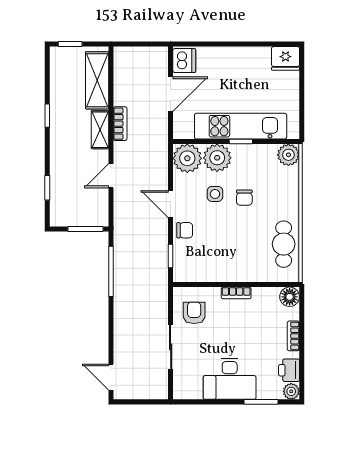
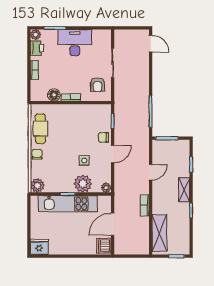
shelving: (100, 130) -> (184, 190), moved
plant: (187, 158) -> (106, 188), width x0.53, depth x0.53
chair: (244, 198) -> (37, 154), moved
door: (171, 204) -> (113, 154), hinge flipped
floor lamp: (290, 297) -> (54, 95), moved

